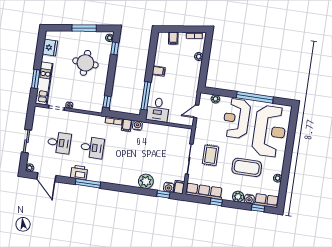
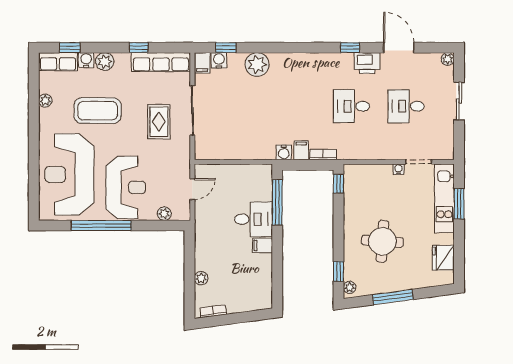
filing cabinet: (173, 38) -> (247, 302), removed
desk: (158, 110) -> (253, 219), moved, turned 90
door: (46, 177) -> (399, 48), moved
window: (88, 183) -> (350, 48), width x0.46

